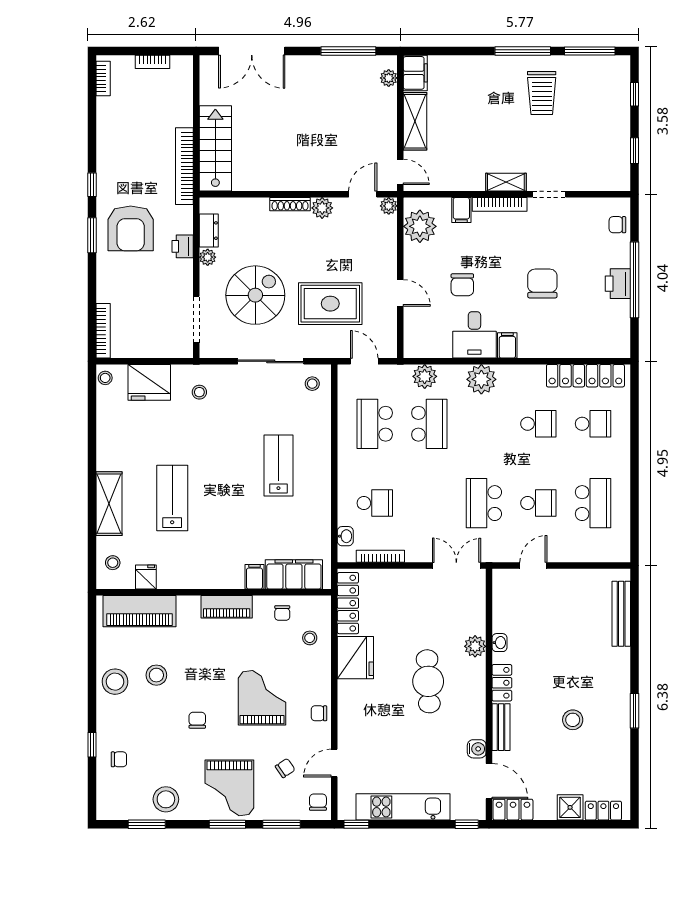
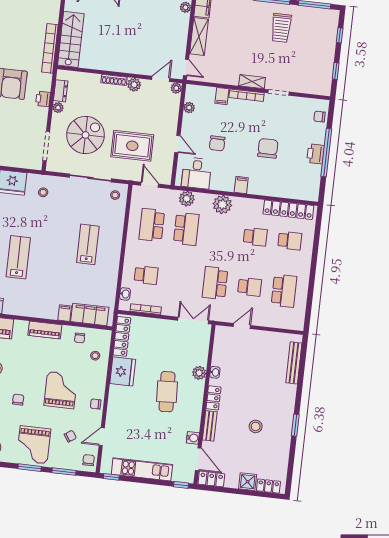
plant: (420, 226) -> (189, 108), width x0.53, depth x0.53
desk: (474, 335) -> (197, 173), moved

